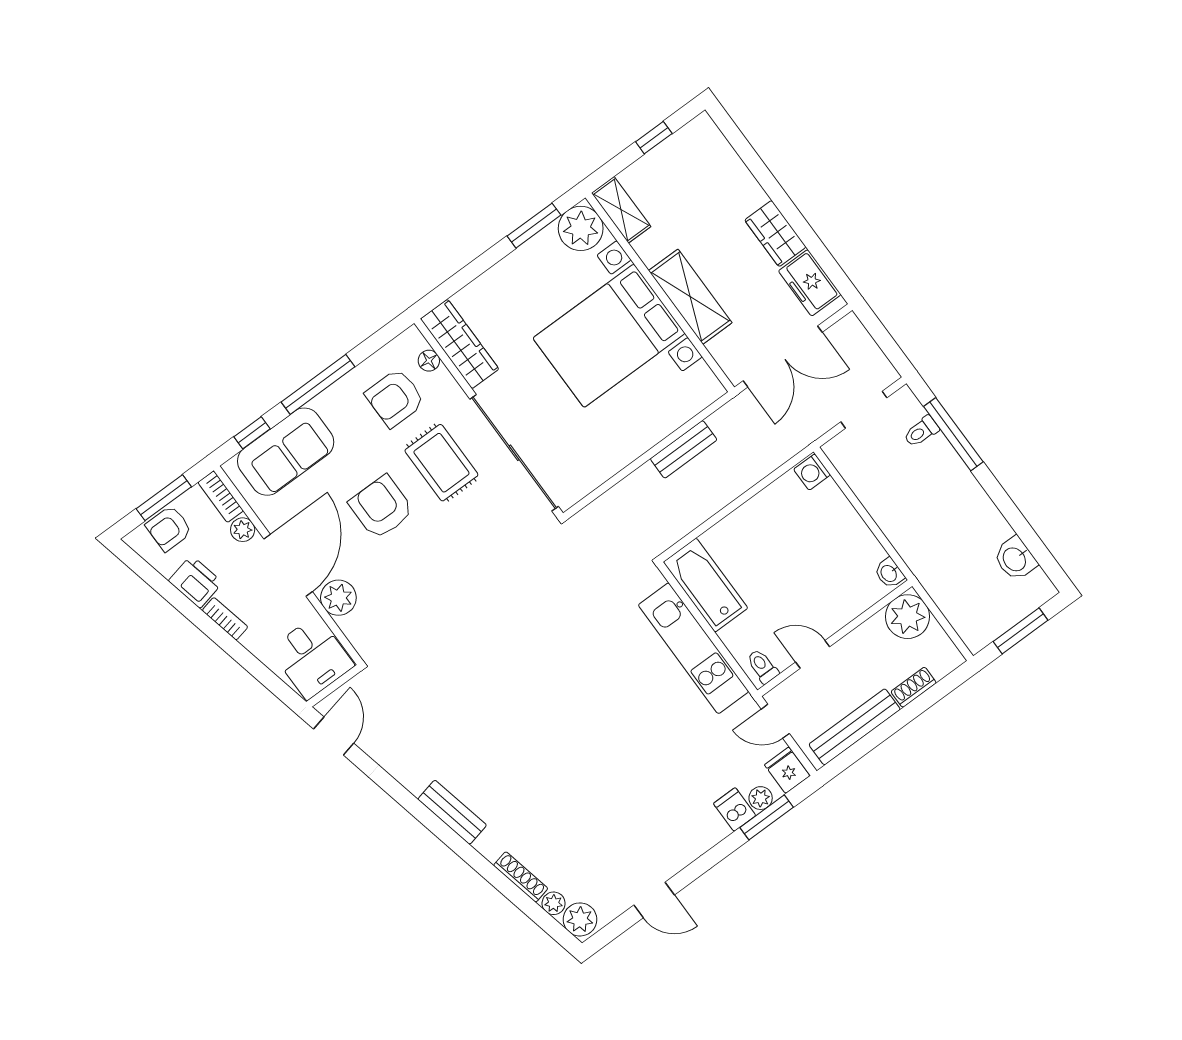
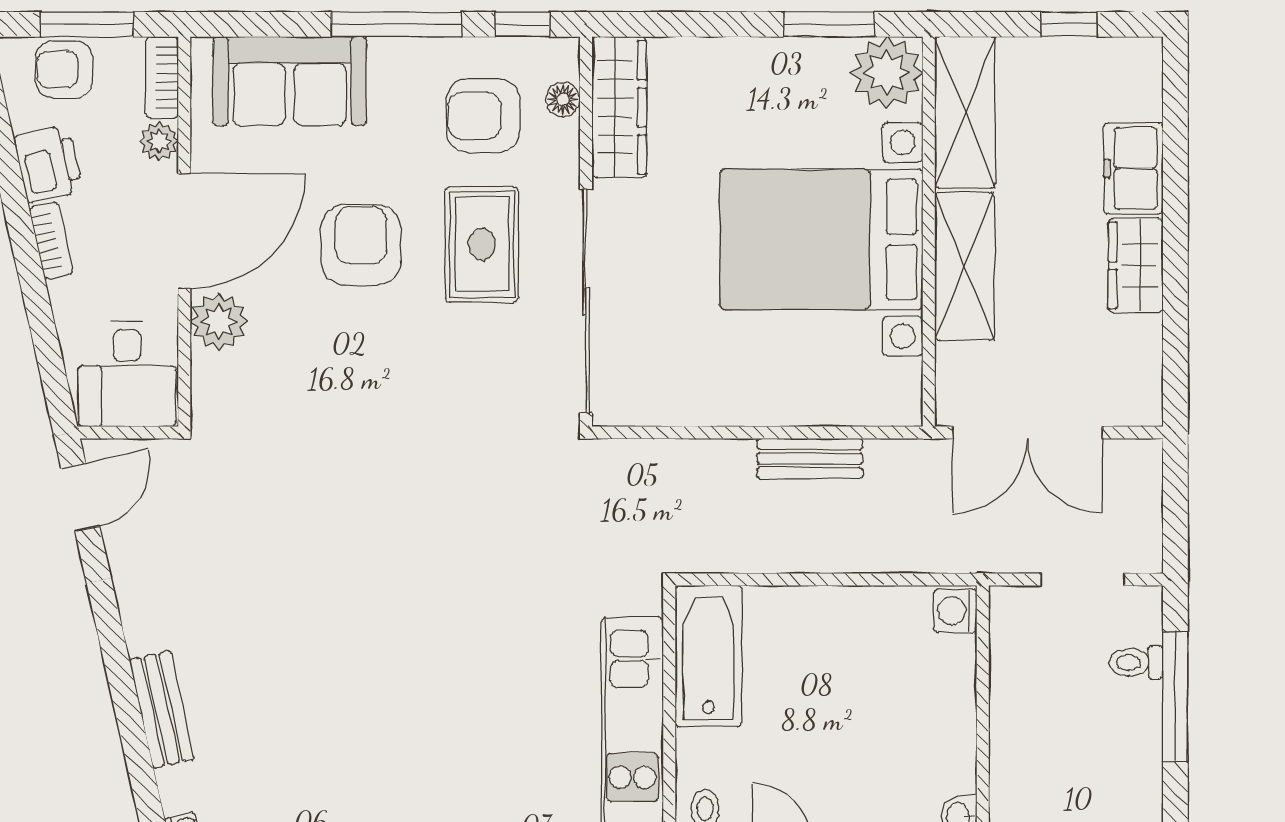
shelving: (621, 210) -> (965, 112), width x1.50, depth x1.33
freezer: (810, 283) -> (1133, 168), moved
window: (252, 433) -> (522, 24), moved

